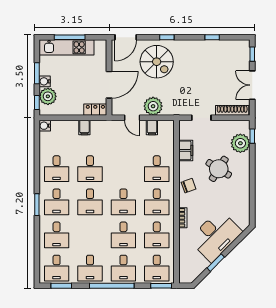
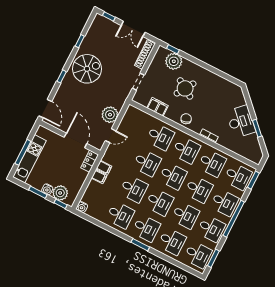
spiral stairs: (157, 62) -> (87, 69), moved
filing cabinet: (152, 128) -> (104, 167), moved
desk: (123, 169) -> (147, 163), added
desk: (90, 235) -> (185, 215), added
desk: (215, 236) -> (241, 122), width x0.73, depth x0.77

